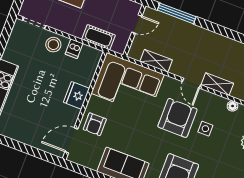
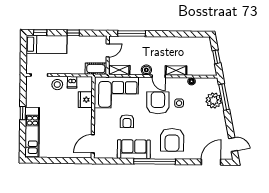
cot: (99, 37) -> (96, 69), moved
shelving: (156, 61) -> (119, 70), moved
boiler: (178, 69) -> (146, 70), added
fridge: (76, 95) -> (85, 100), moved
armchair: (95, 124) -> (127, 121), moved

